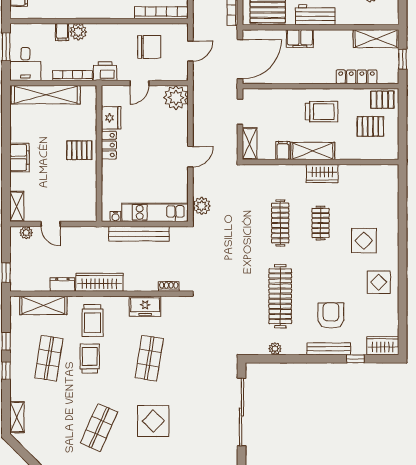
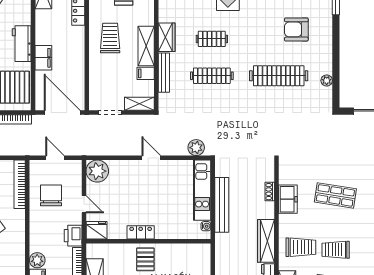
fridge: (111, 118) -> (97, 230), moved
shoe rack: (169, 286) -> (270, 192), moved
bench: (329, 349) -> (164, 73), moved

